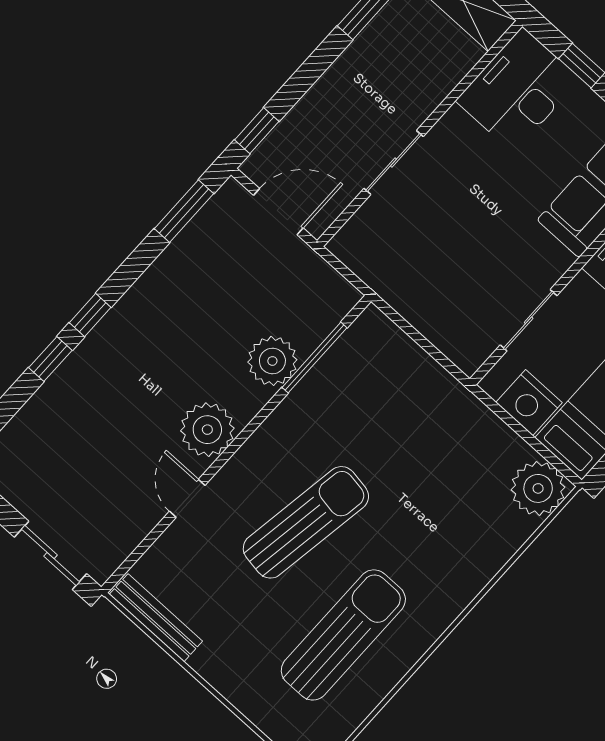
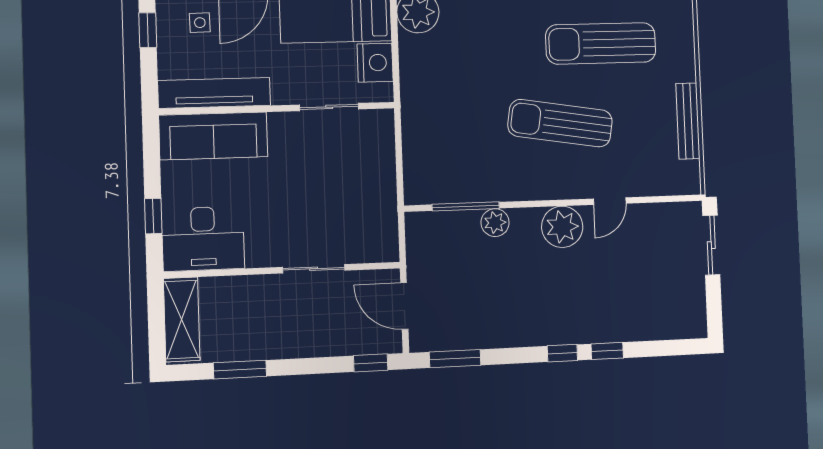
plant: (272, 361) -> (495, 223), width x0.73, depth x0.73
bench: (156, 618) -> (688, 121), moved

